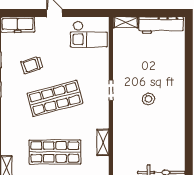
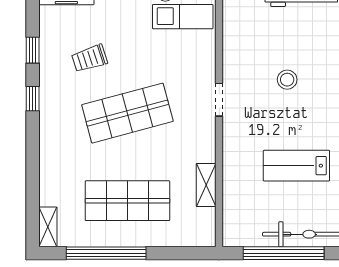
stool: (148, 99) -> (287, 80), moved
lab bench: (158, 131) -> (296, 166), added

